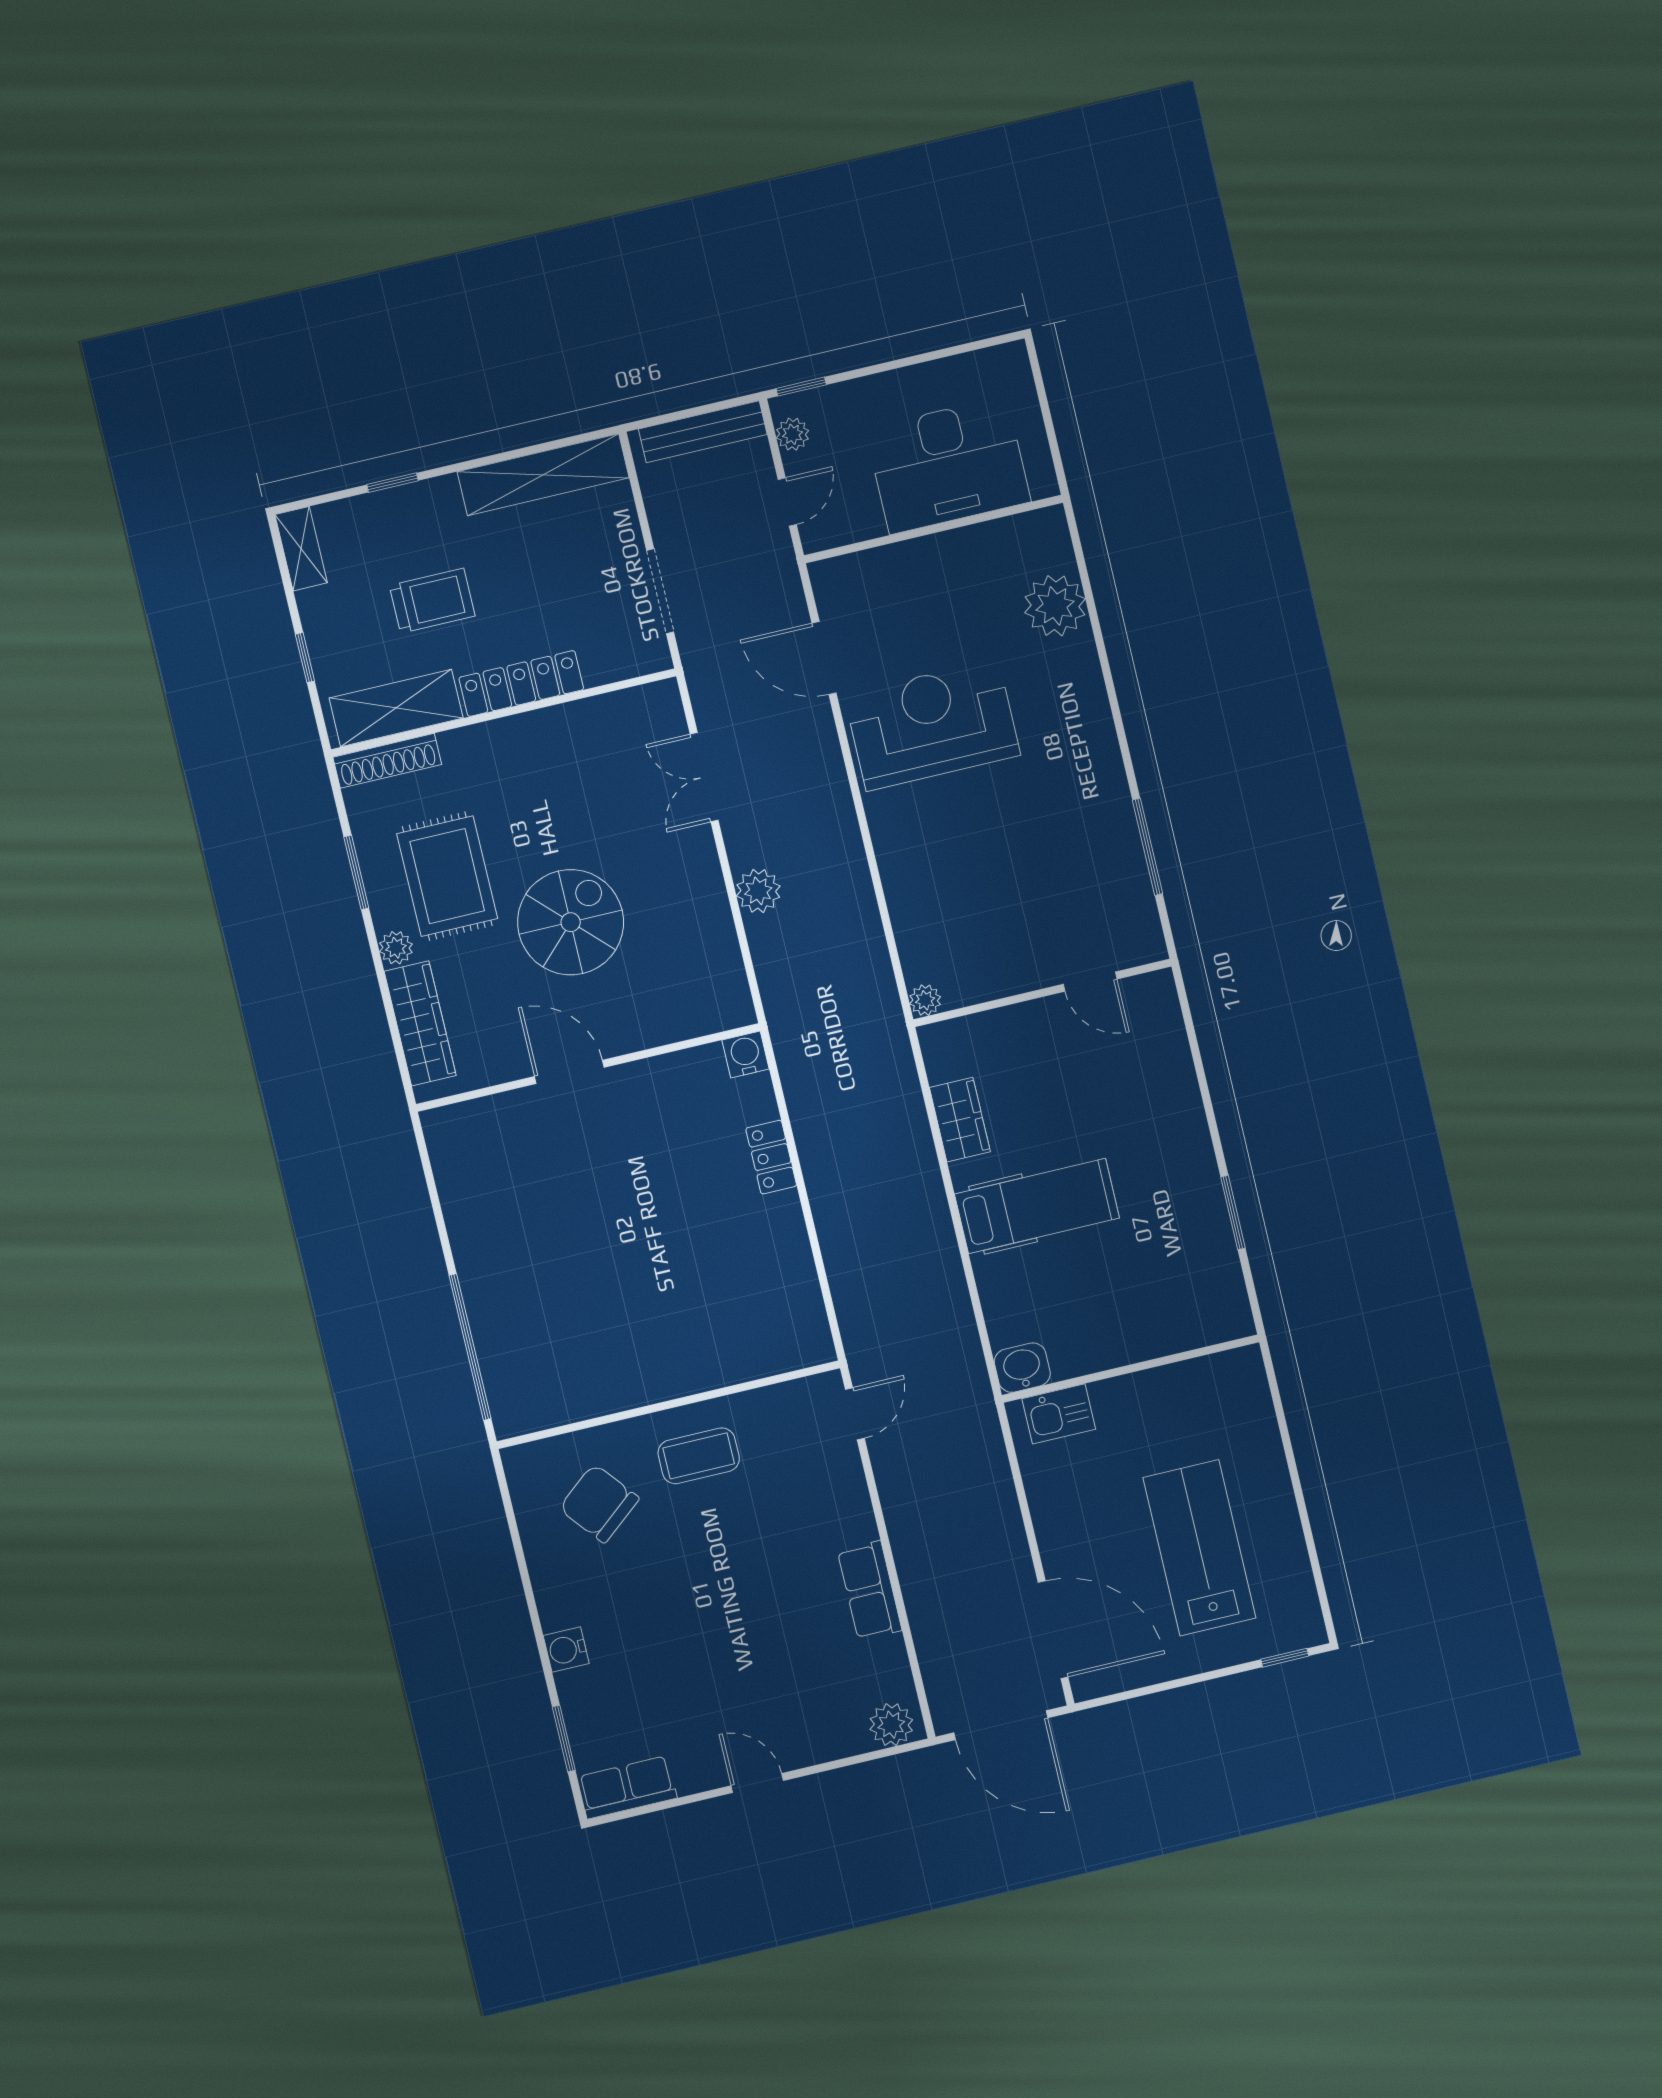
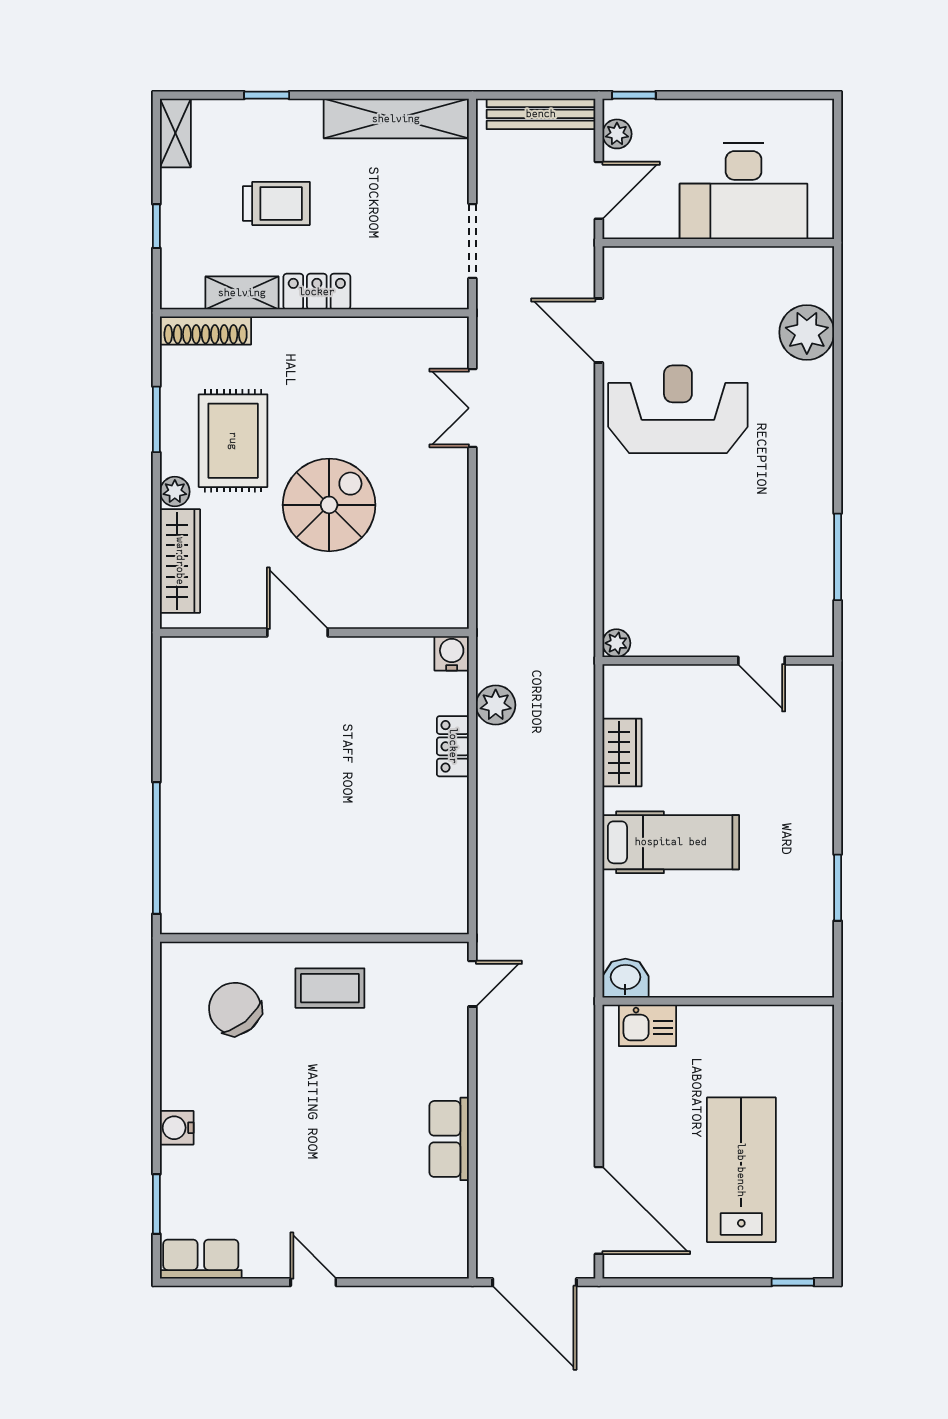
door: (787, 502) -> (599, 190), width x1.37
locker: (521, 683) -> (317, 292), width x0.66
shelving: (396, 708) -> (242, 293), width x0.67, depth x0.75
plant: (758, 891) -> (496, 705), moved
plant: (891, 1725) -> (440, 1259), removed

